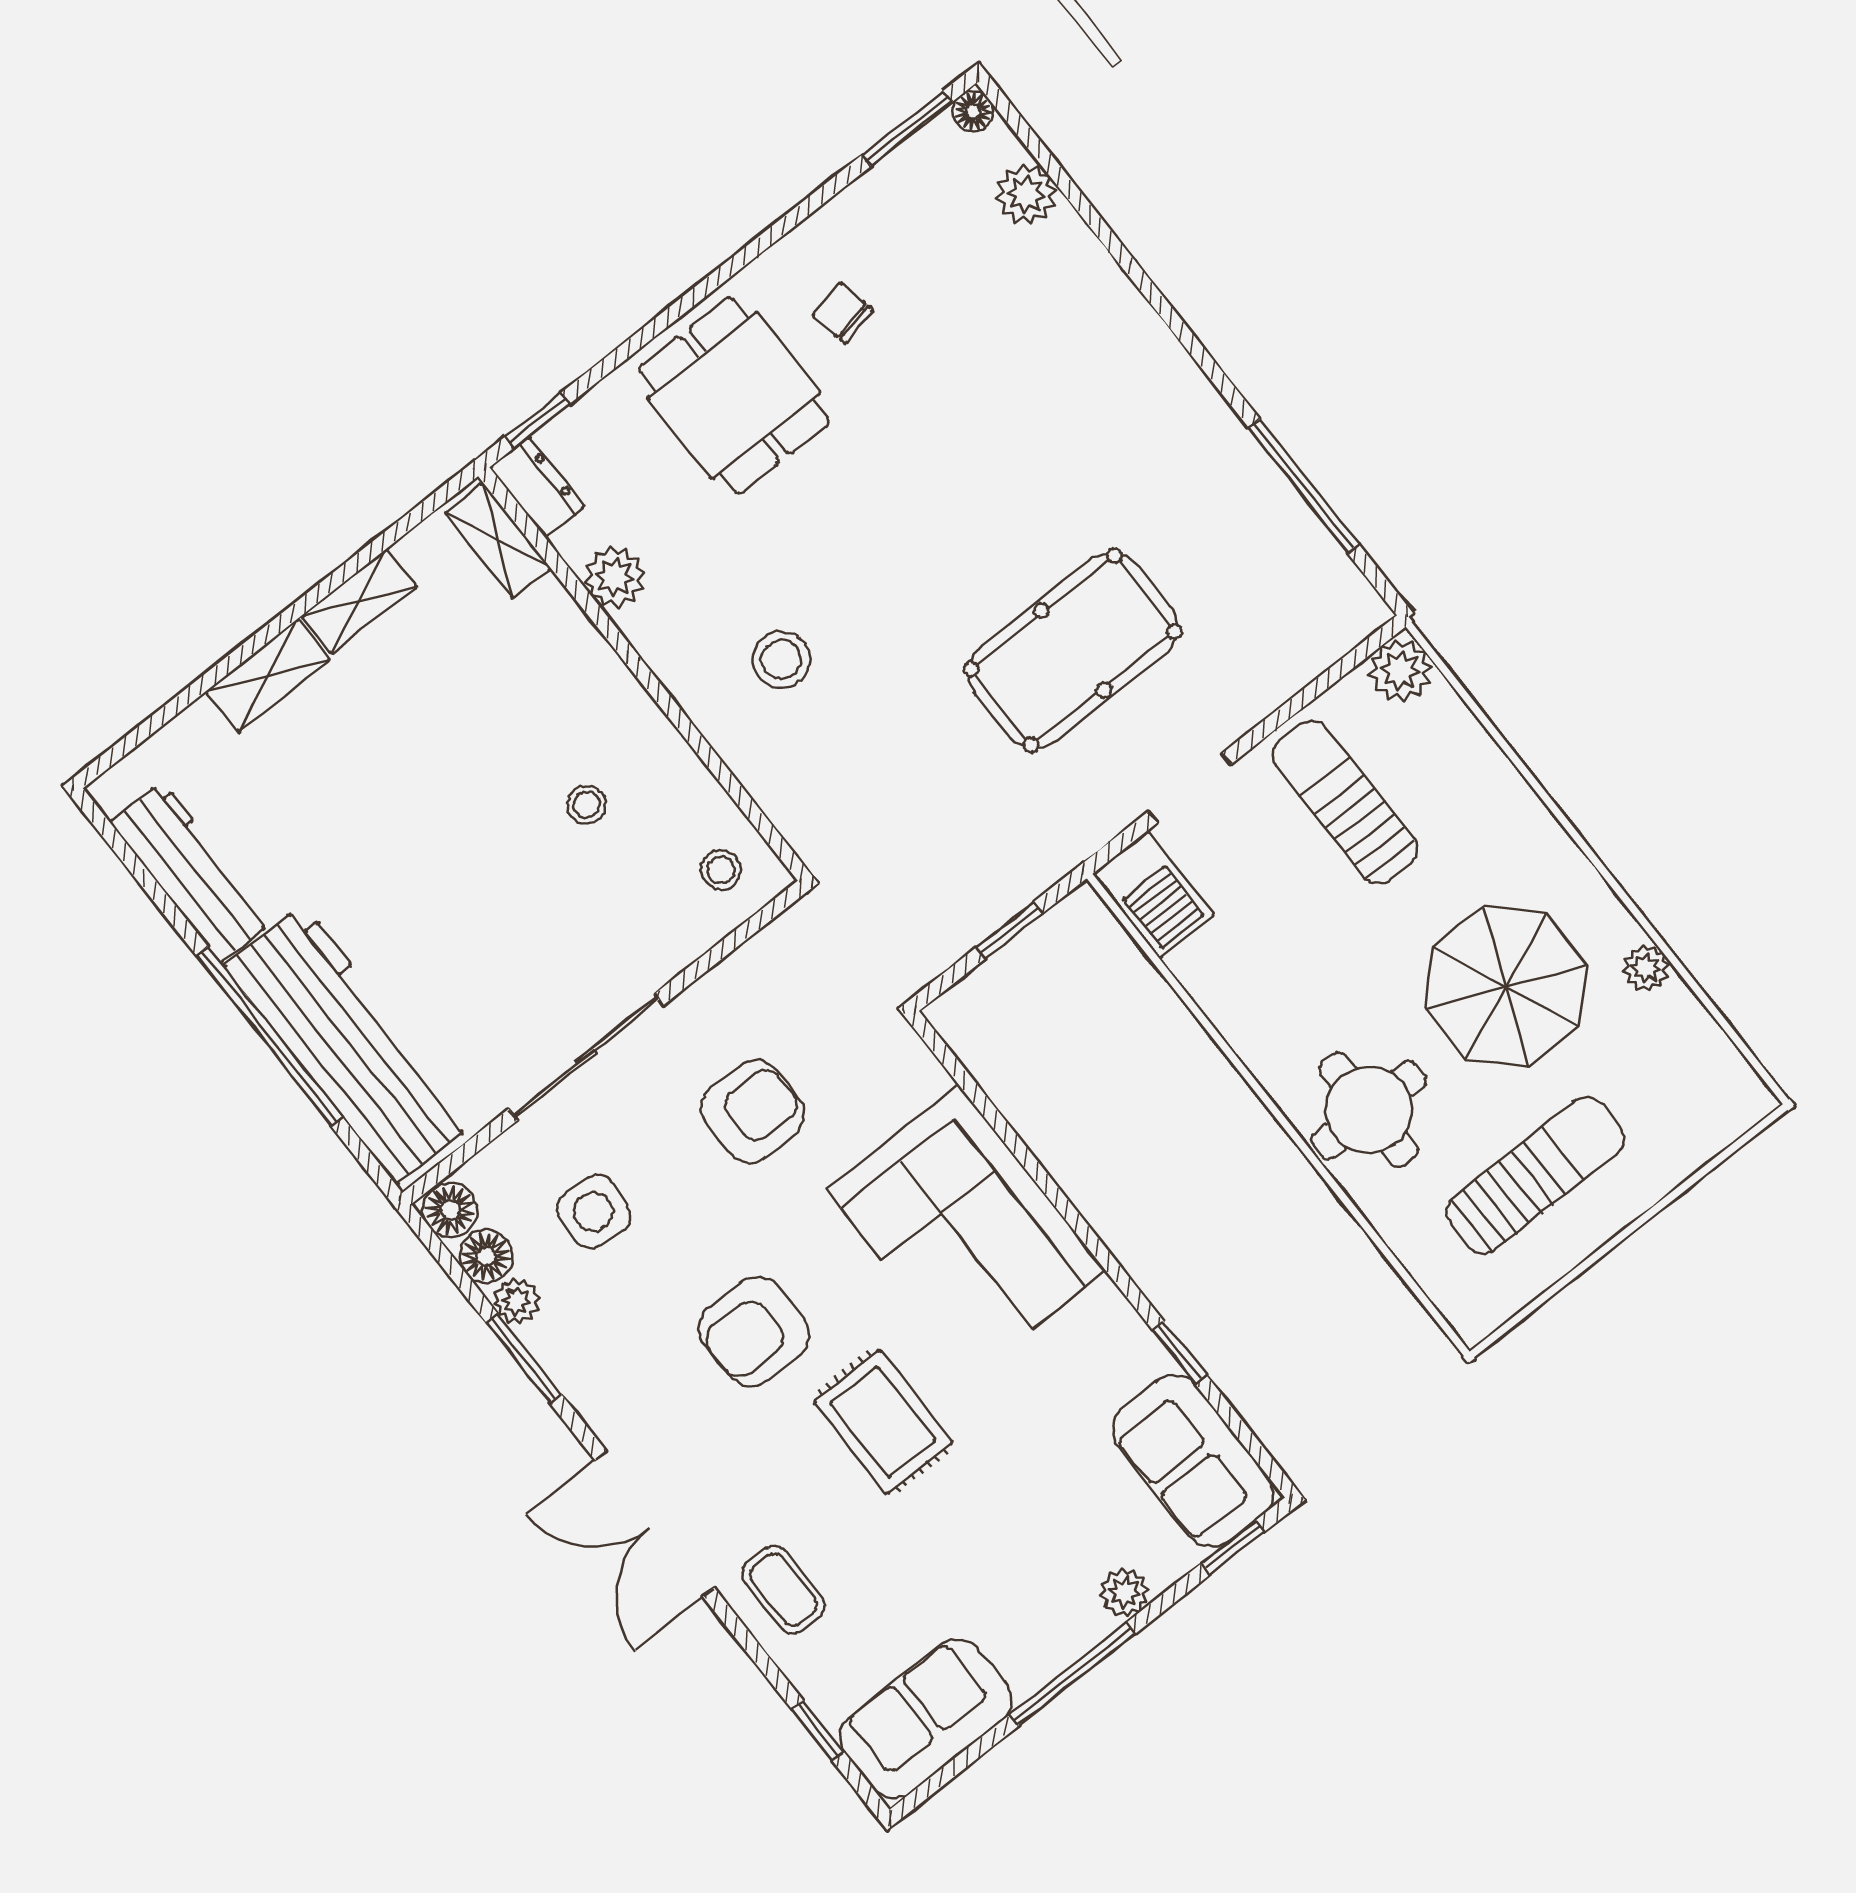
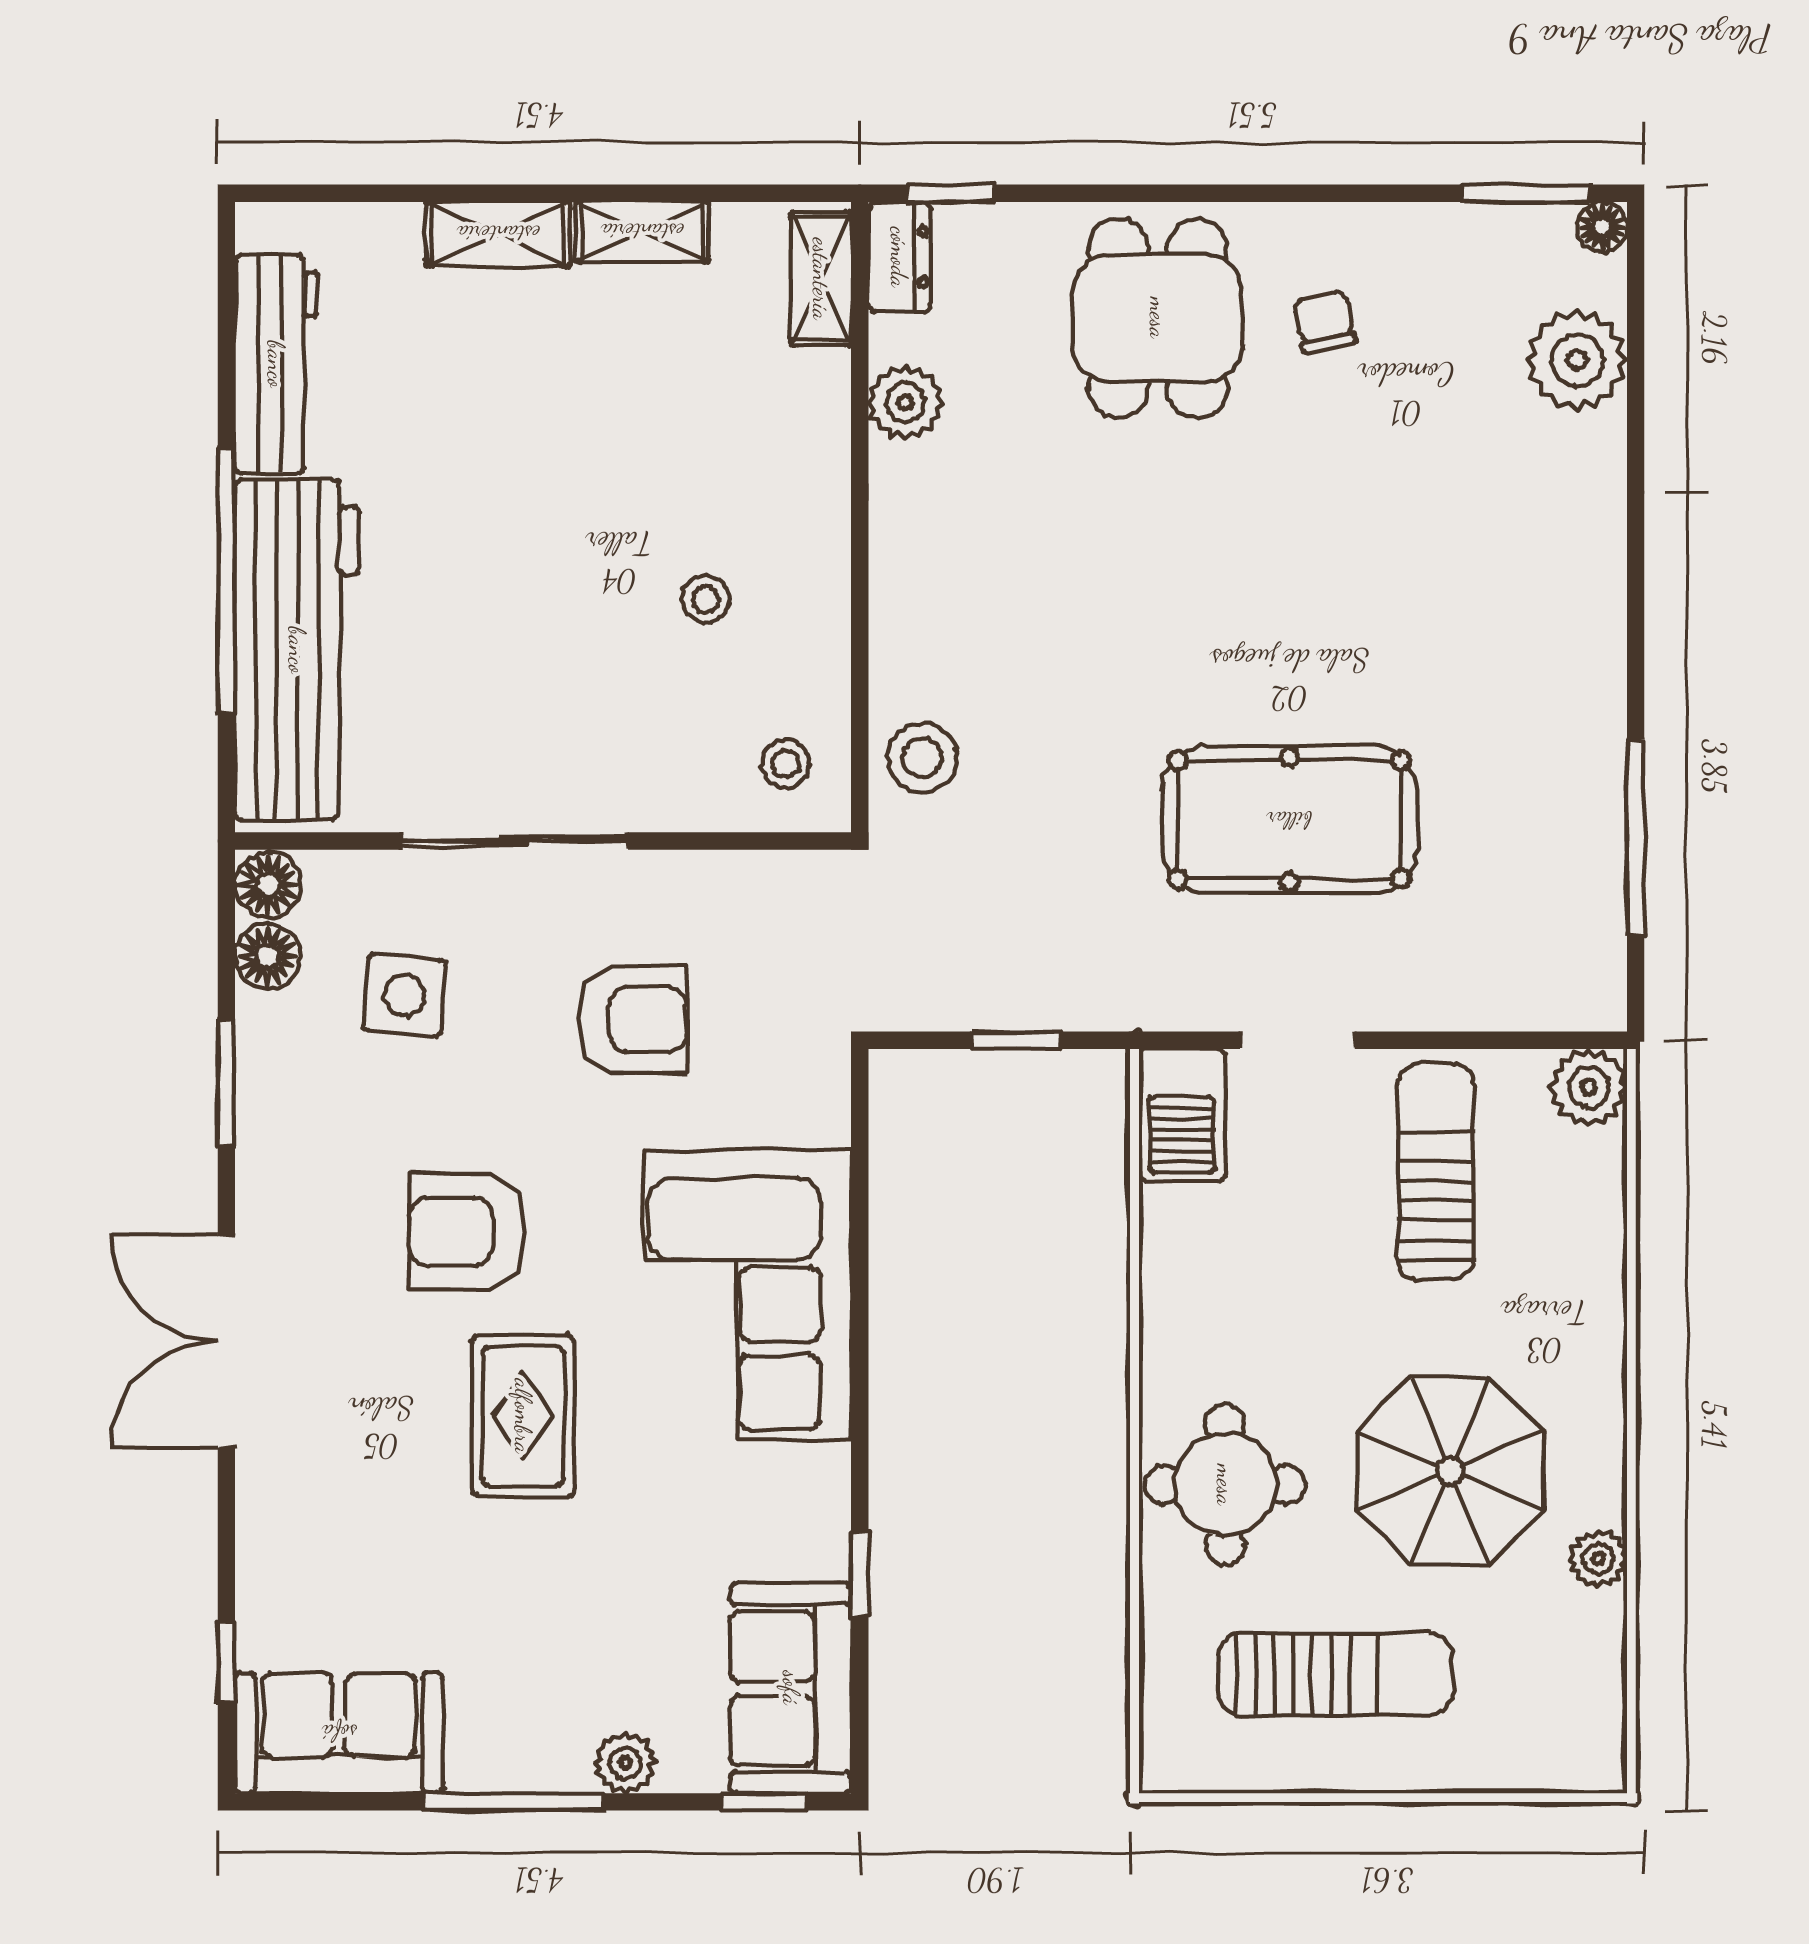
plant: (1026, 194) -> (1577, 360), width x1.36, depth x1.36
stool: (781, 660) -> (922, 757), moved
plant: (517, 1301) -> (263, 1023), removed
coffee table: (783, 1590) -> (300, 1501), removed

